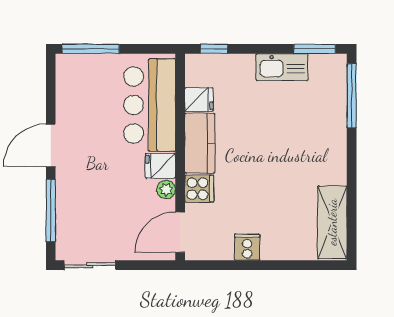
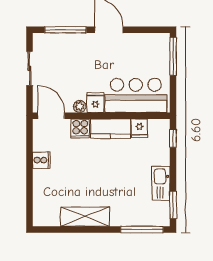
shelving: (332, 222) -> (85, 217), moved
sliding door: (90, 265) -> (29, 68), moved

